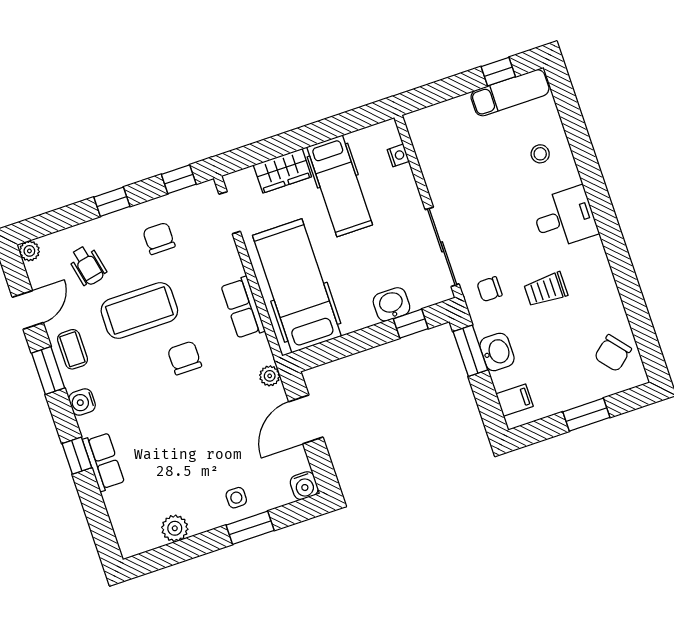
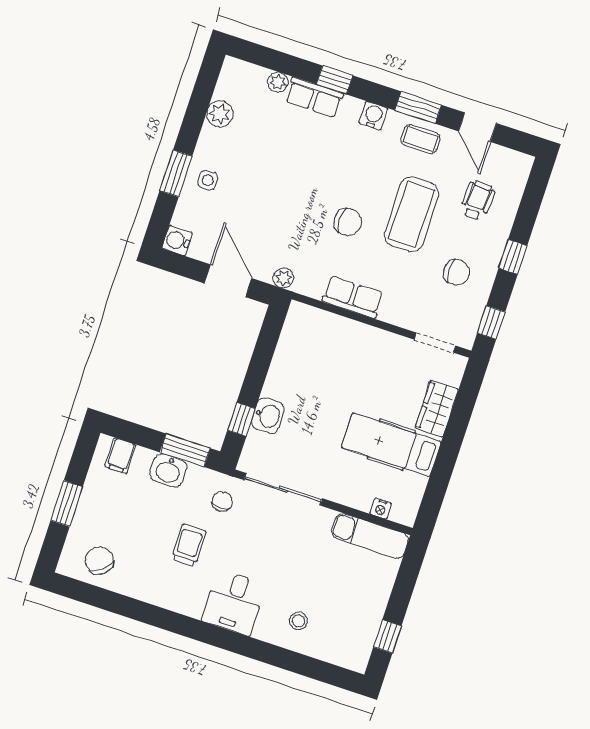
exam couch: (510, 93) -> (370, 536), moved, turned -90
plant: (29, 251) -> (278, 82), moved
wheelchair: (87, 265) -> (477, 200), turned 105
hospital bed: (297, 286) -> (338, 352), removed

